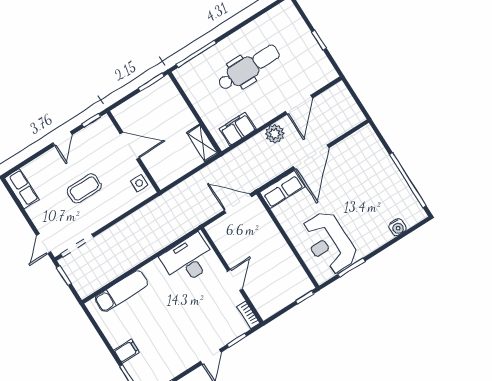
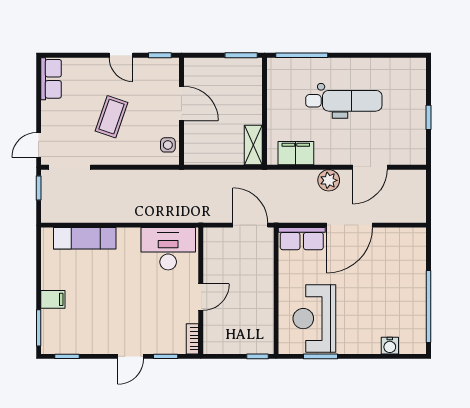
door: (62, 139) -> (121, 55), hinge flipped
coffee table: (84, 189) -> (112, 117), turned -71

